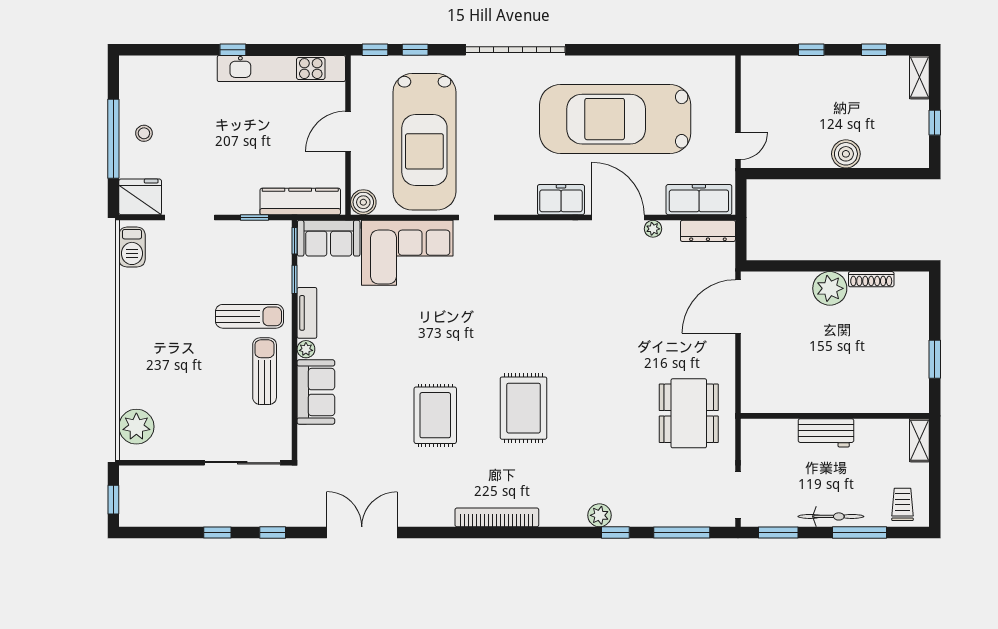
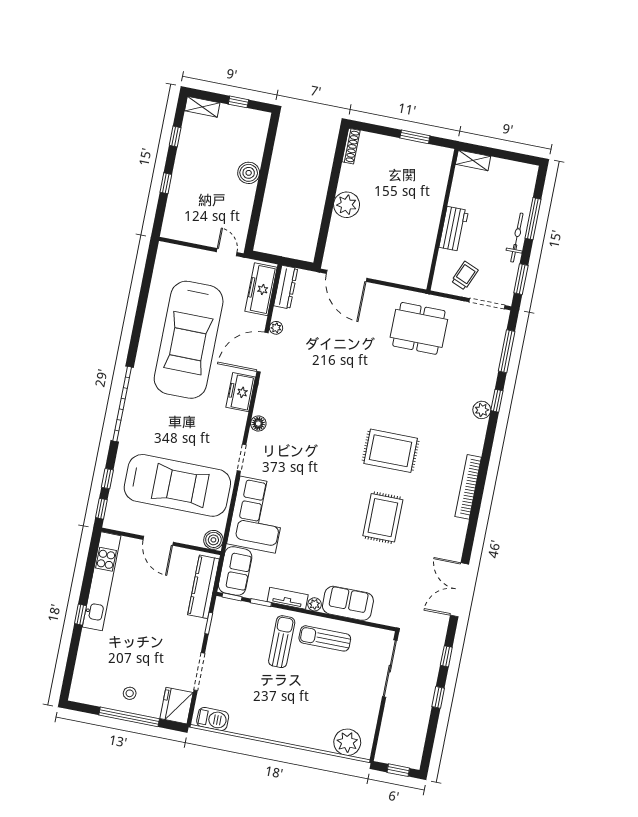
floor lamp: (525, 230) -> (258, 424), added
shoe rack: (871, 279) -> (351, 146), moved
rug: (435, 415) -> (383, 518), turned 90
trolley: (902, 504) -> (465, 276), moved, turned 113

